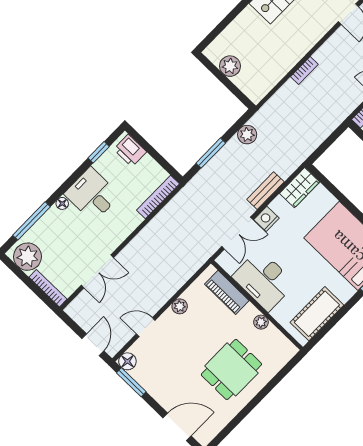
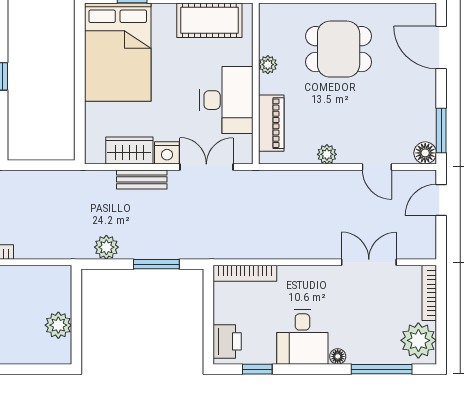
wardrobe: (300, 188) -> (129, 150), moved

